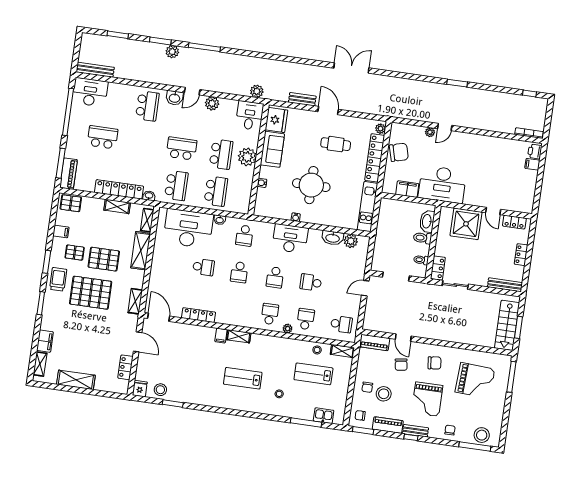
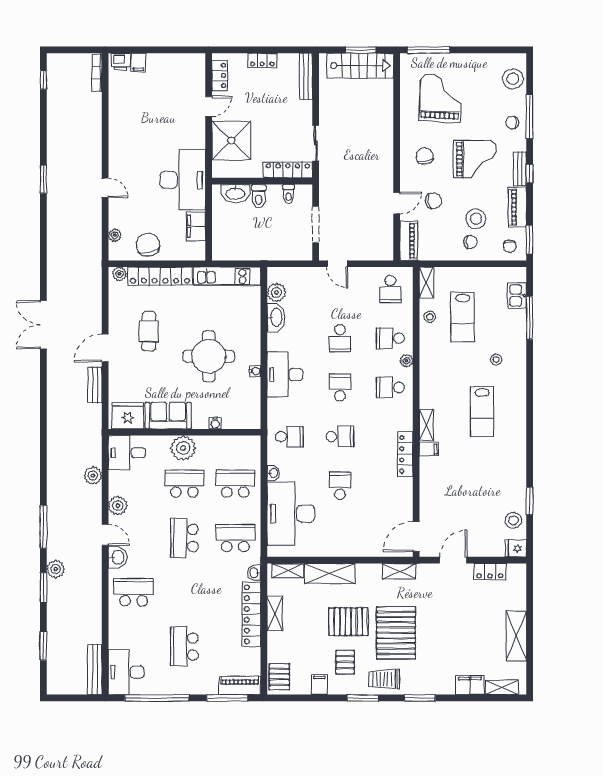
plant: (257, 91) -> (93, 476), moved
plant: (430, 132) -> (115, 235), moved
pallet: (104, 259) -> (348, 622), turned 90
locker: (438, 268) -> (288, 170), width x1.53
school desk: (275, 277) -> (340, 387), turned -90
locker: (199, 315) -> (405, 454), moved
school desk: (341, 324) -> (390, 289), turned 180
window: (475, 446) -> (530, 117), moved

